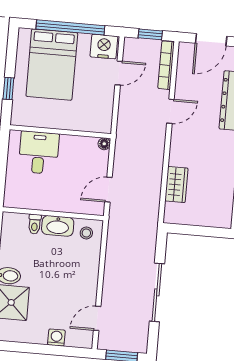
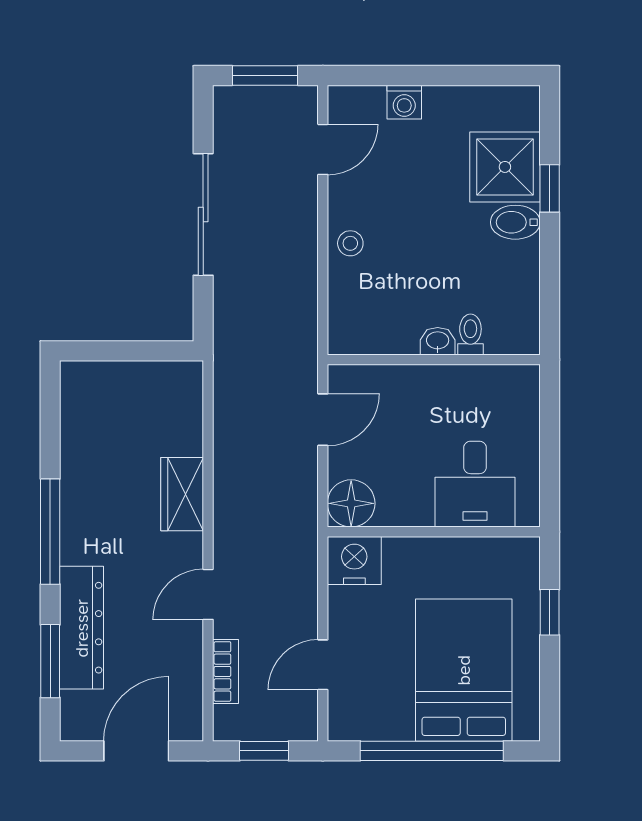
nightstand: (104, 46) -> (354, 560), moved, turned 180
bookcase: (166, 65) -> (226, 671), width x0.64
floor lamp: (104, 144) -> (351, 503), width x1.89, depth x1.89
wardrobe: (176, 184) -> (182, 494), moved
washbasin: (58, 226) -> (438, 341), width x0.52, depth x0.69
stool: (86, 233) -> (350, 243), moved

